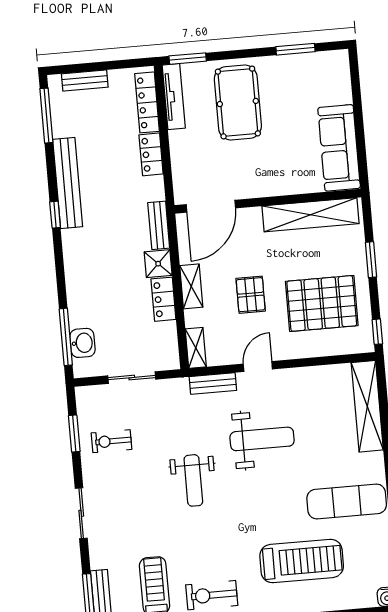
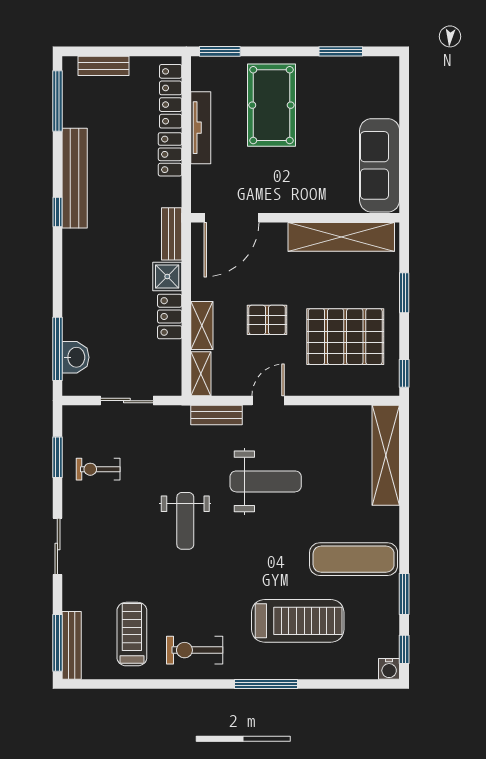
tv unit: (174, 97) -> (201, 128), moved
shelving: (191, 286) -> (202, 325), moved
pallet: (251, 295) -> (267, 320), turned 90

